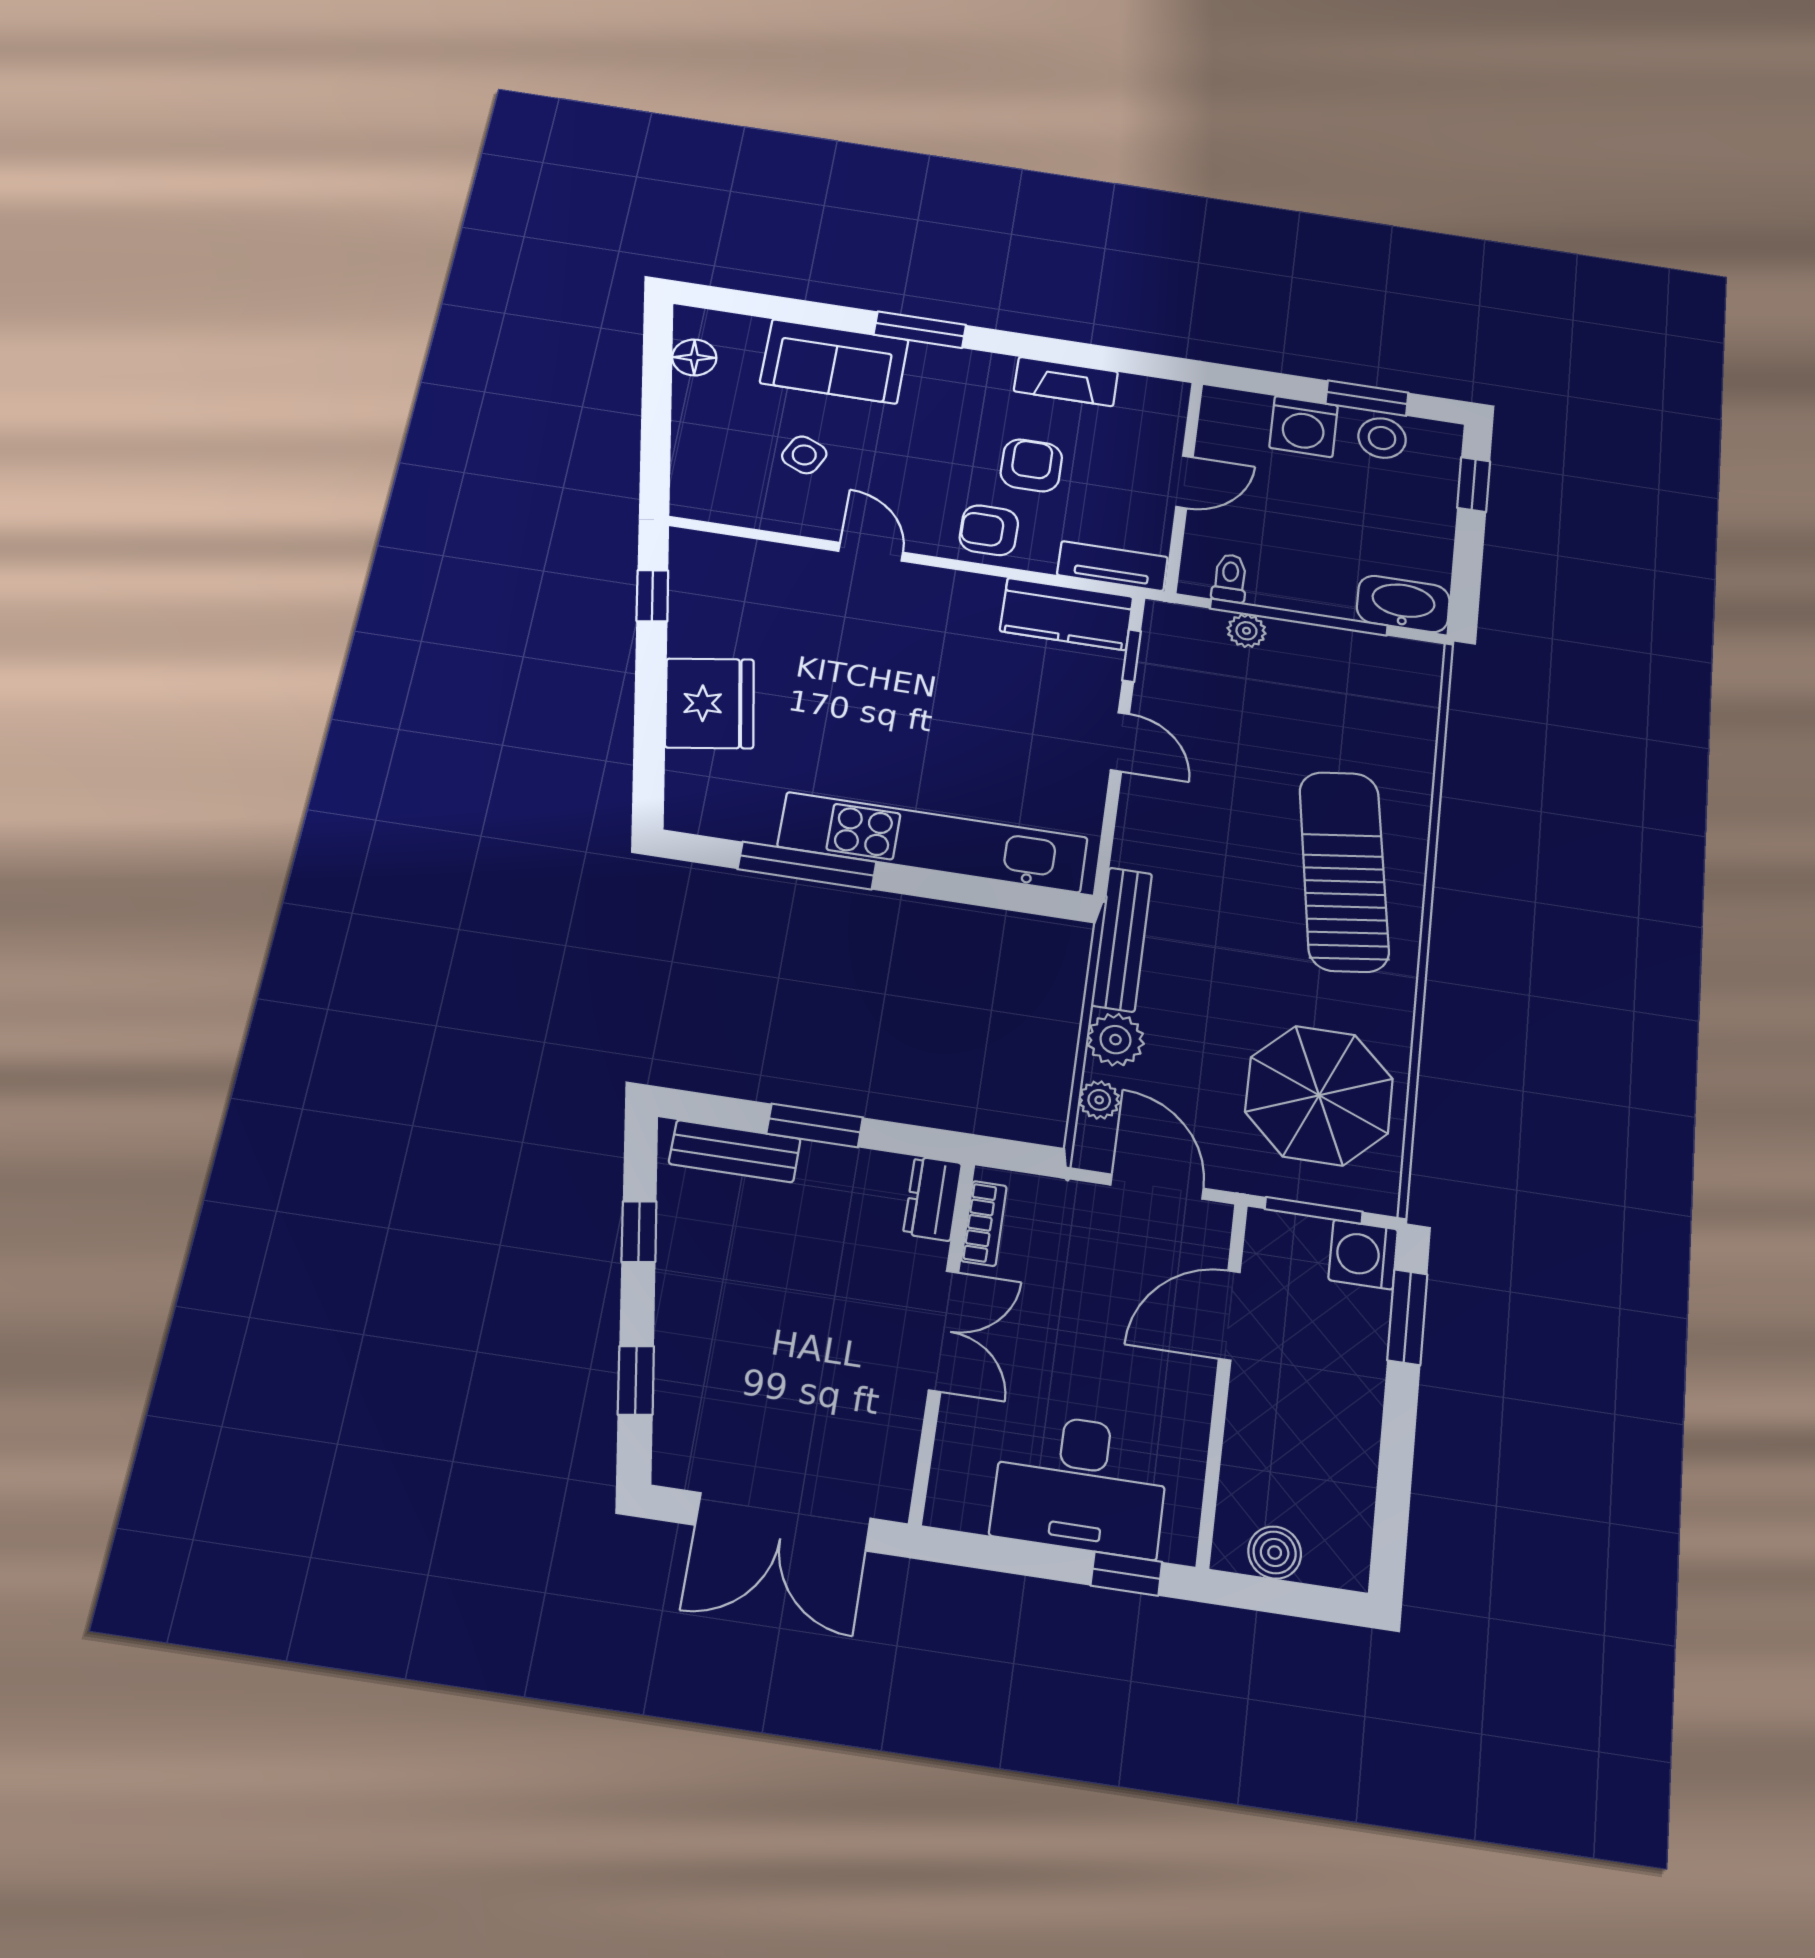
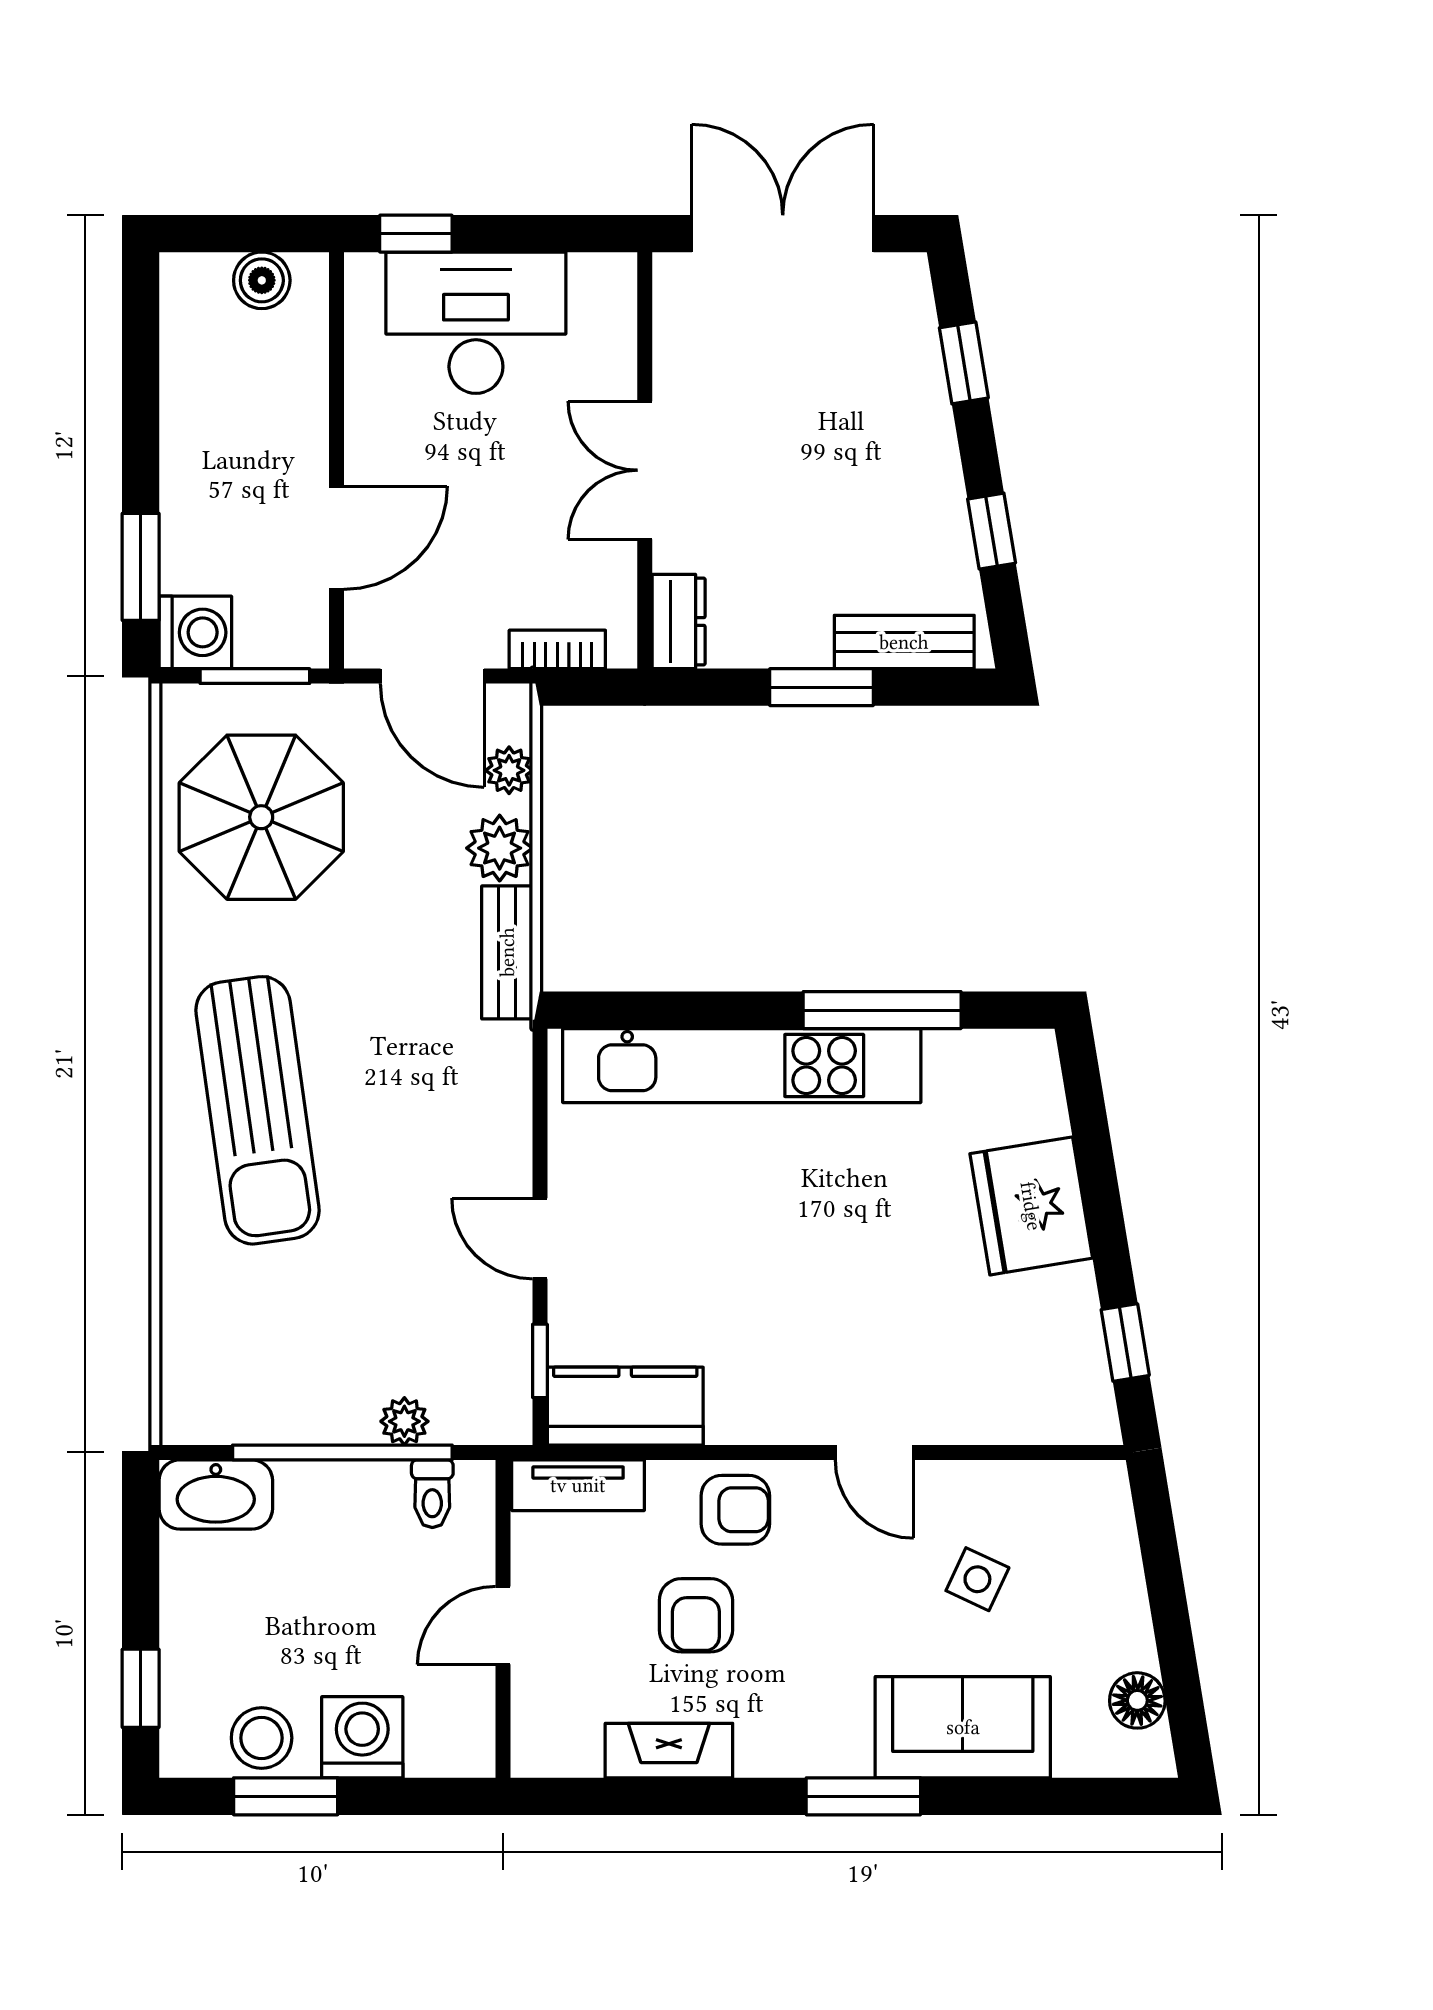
bench: (1122, 939) -> (507, 952), width x0.73
bookcase: (984, 1223) -> (557, 649), moved, turned 90

